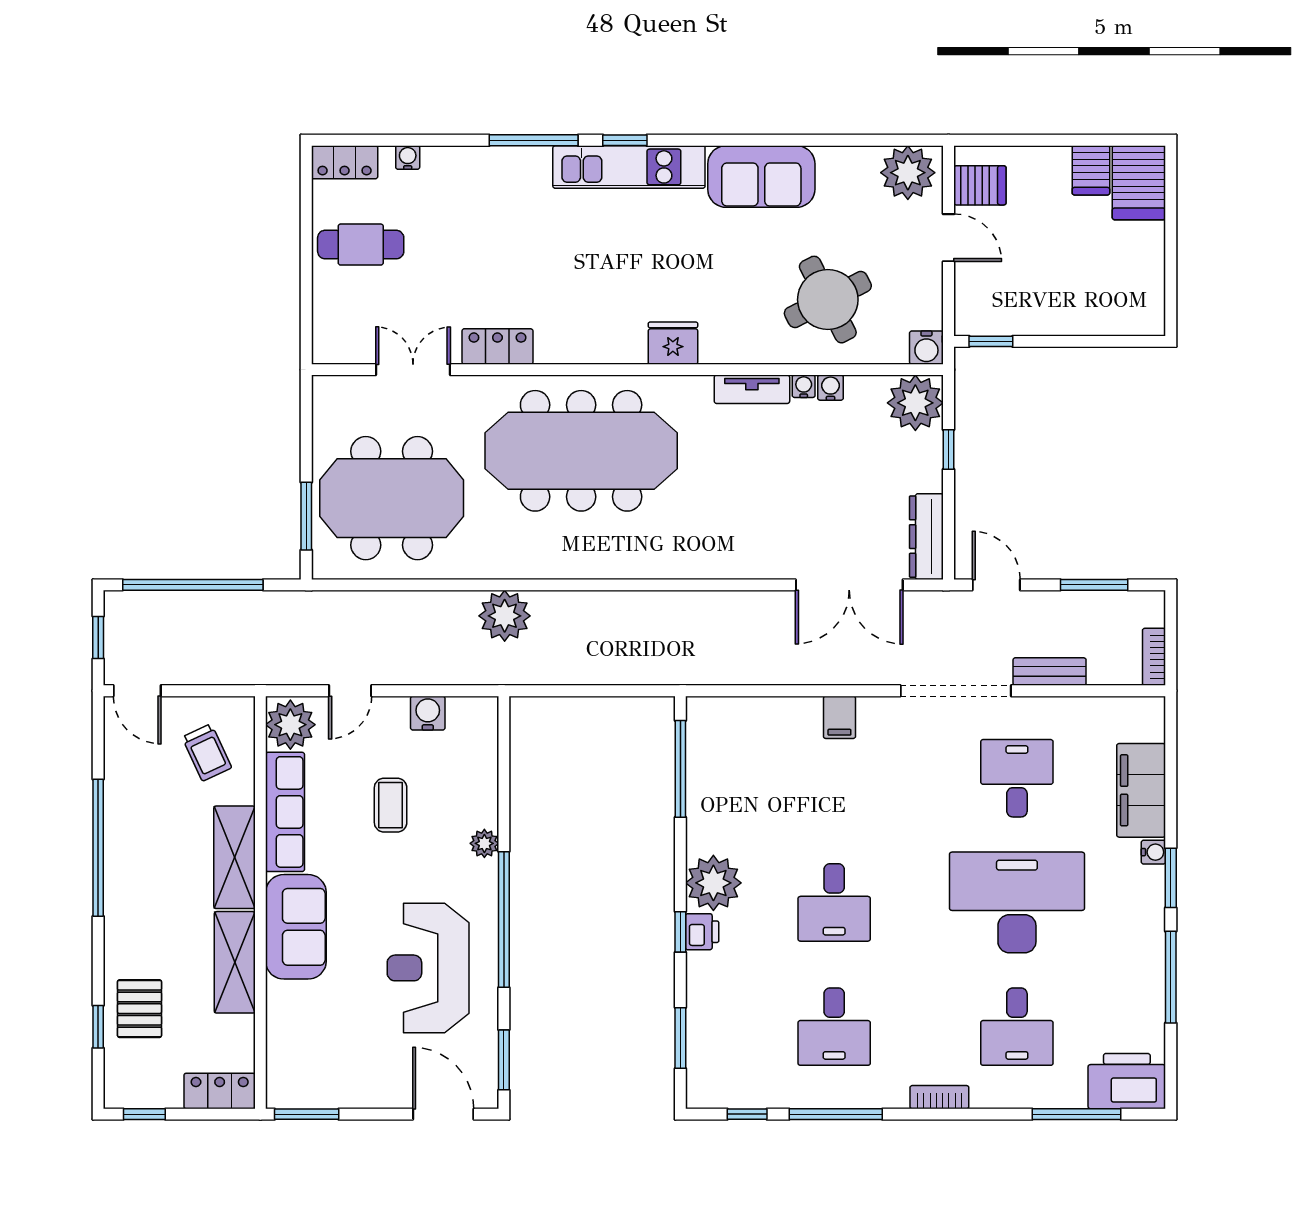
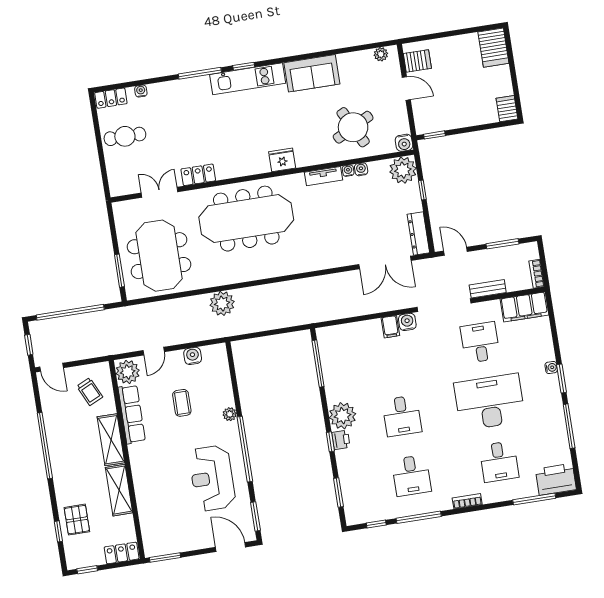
server rack: (1091, 170) -> (507, 109), moved, turned 180
plant: (908, 173) -> (381, 54), width x0.53, depth x0.53
meeting table: (392, 498) -> (159, 256), turned 90
water cooler: (875, 713) -> (407, 322), added
filing cabinet: (1141, 790) -> (524, 307), moved, turned -90
sofa: (296, 927) -> (146, 468), removed

